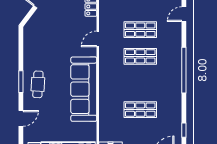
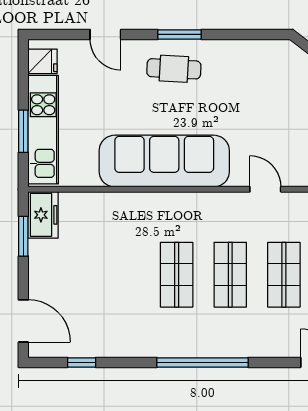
shop shelf: (140, 110) -> (177, 275), moved

